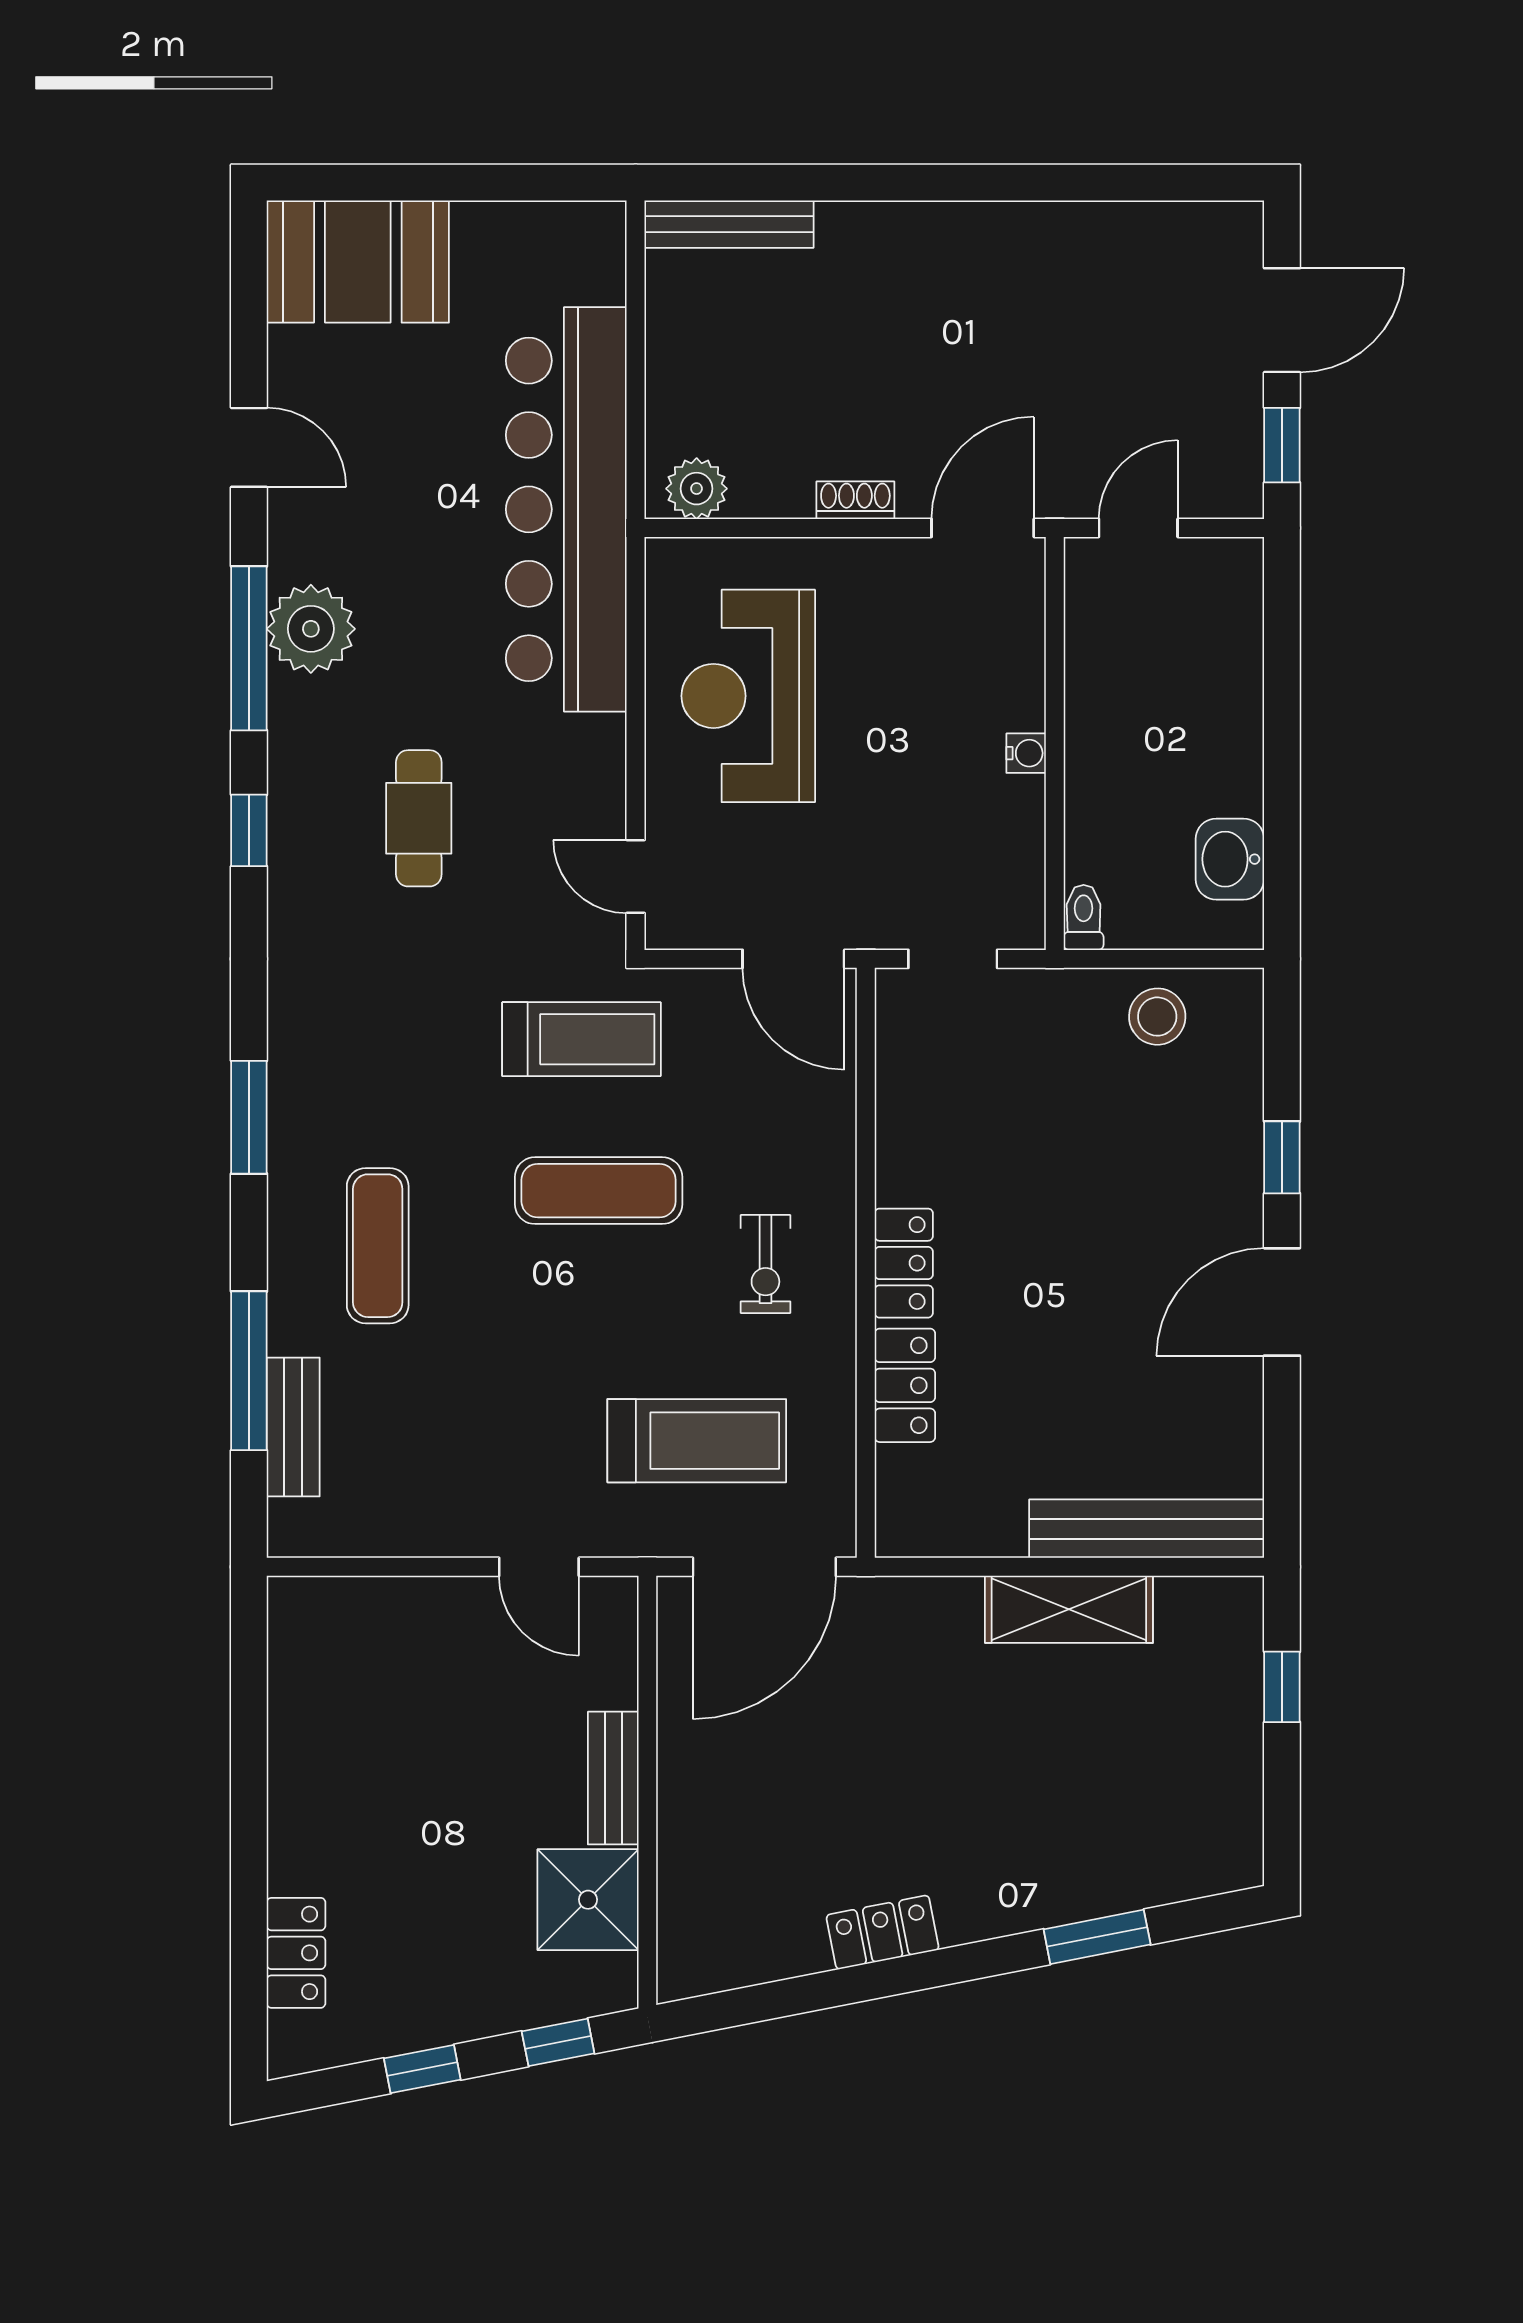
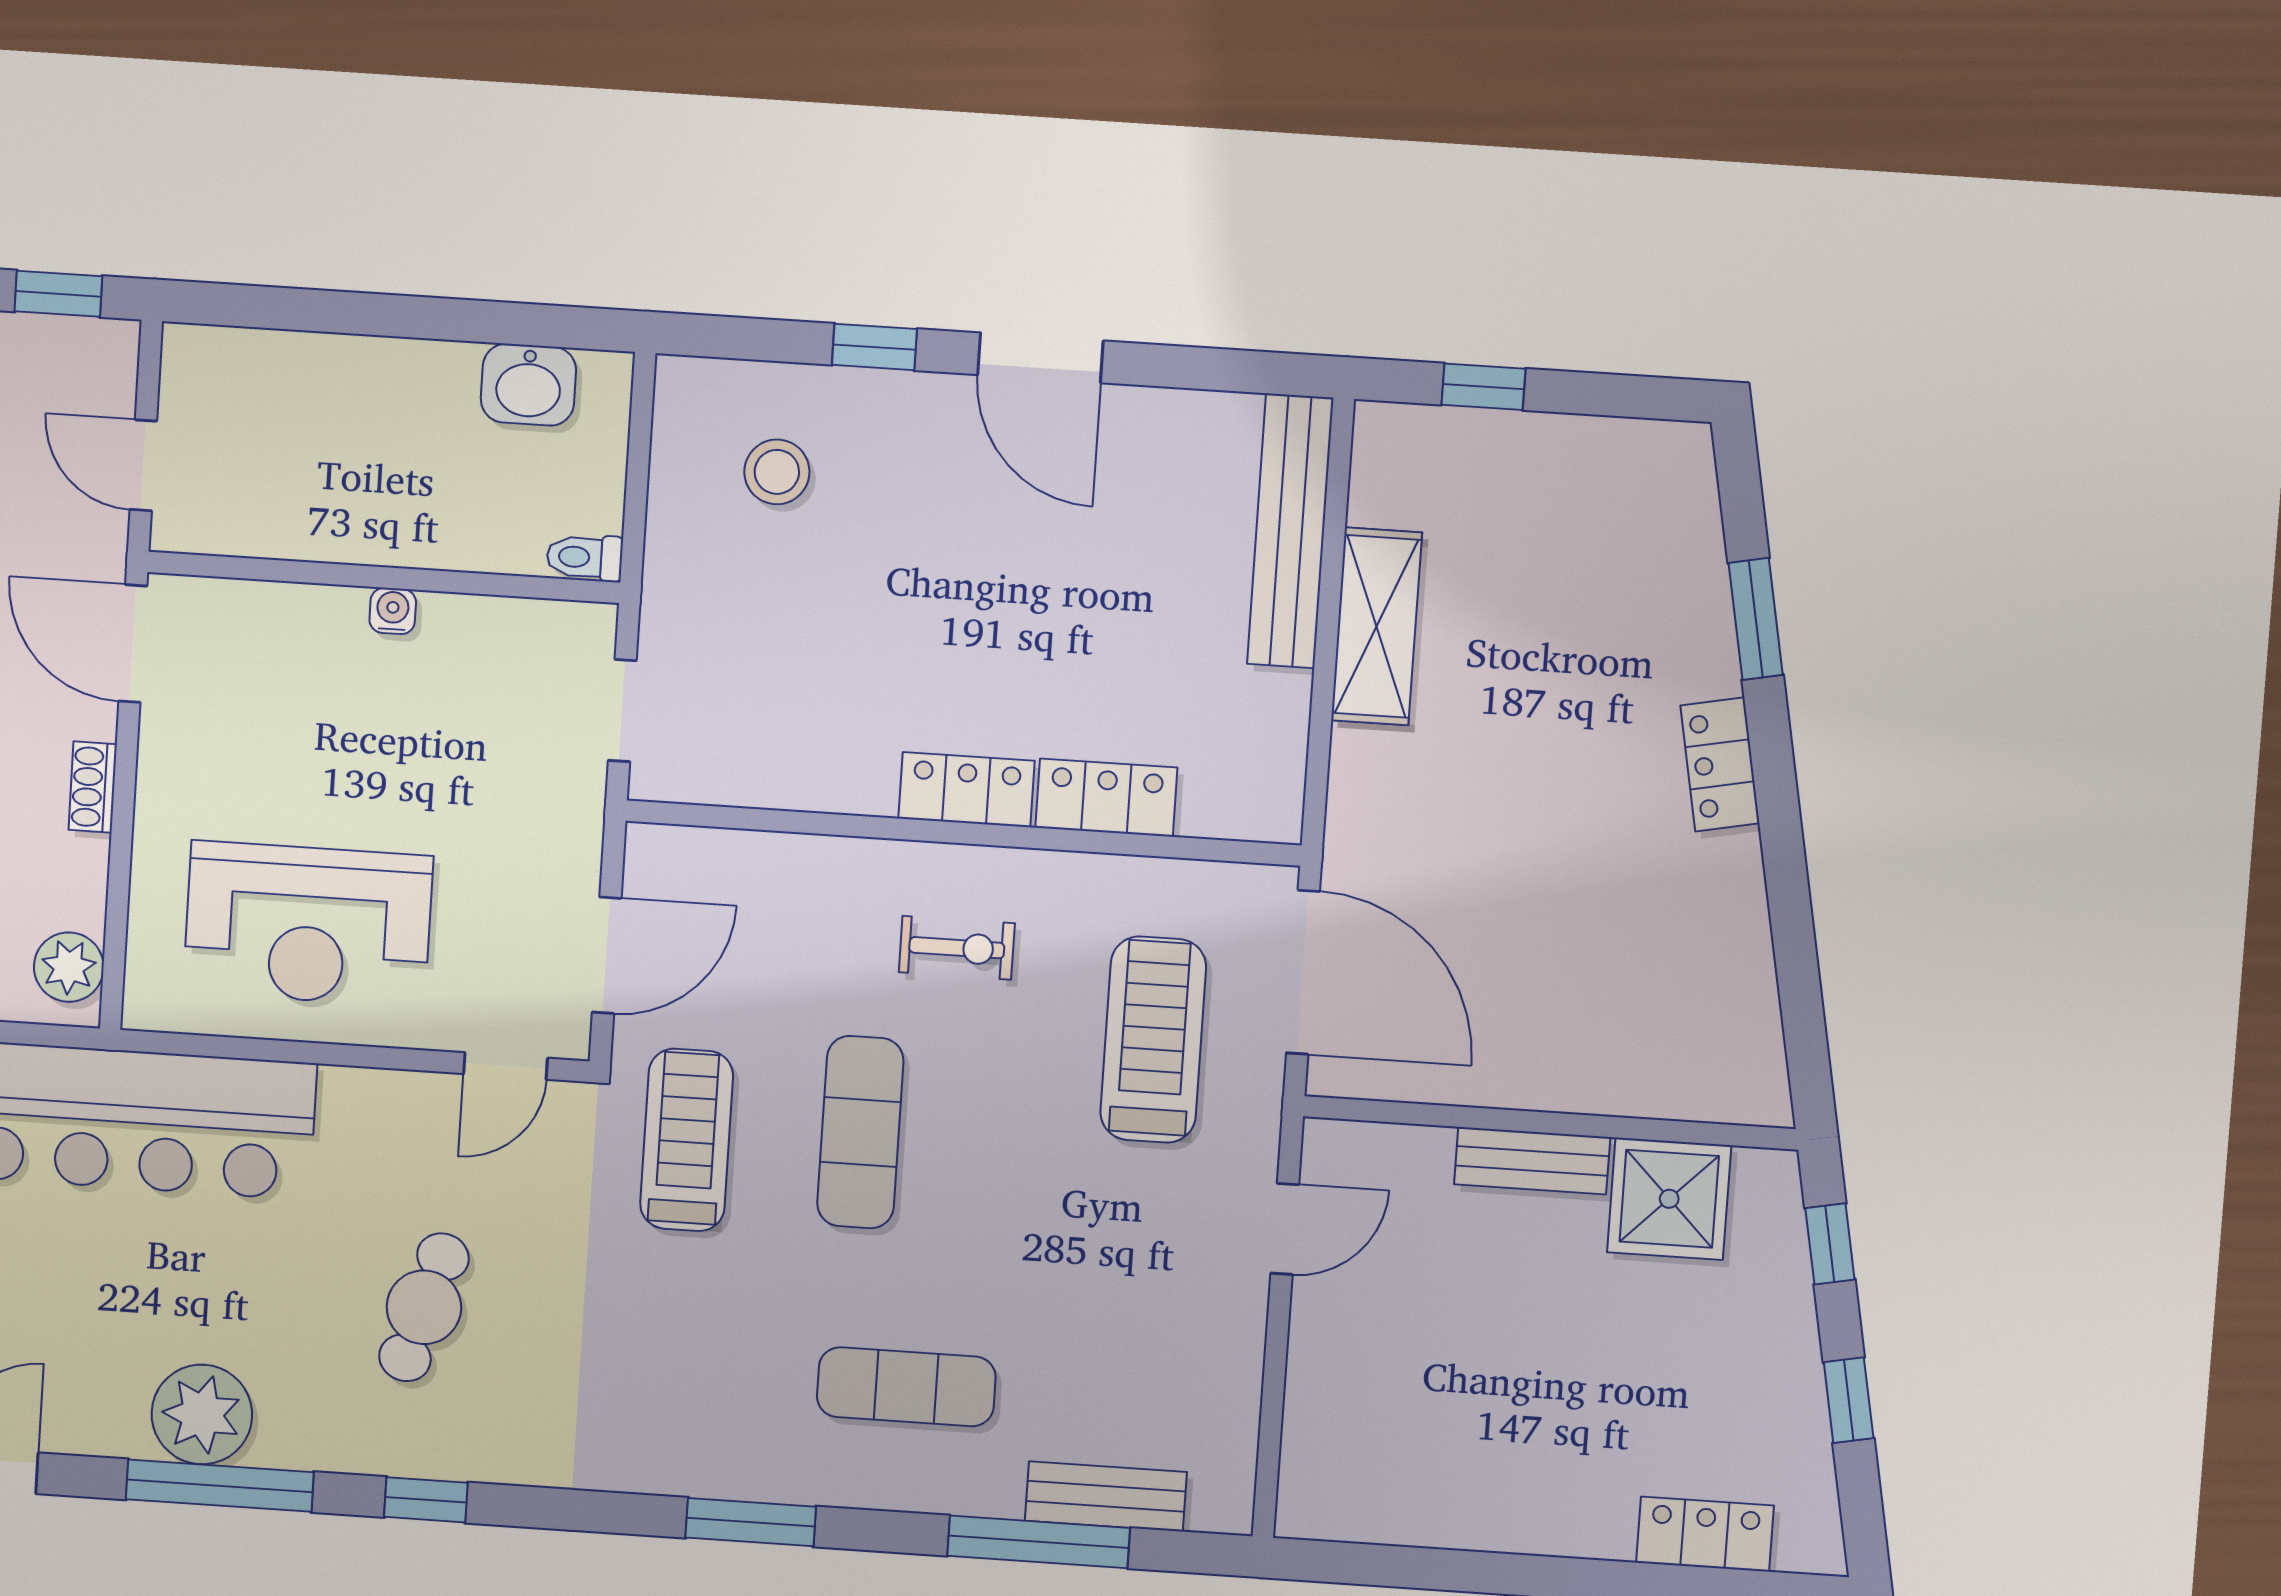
cafe table: (419, 818) -> (424, 1307), turned -73
door: (793, 959) -> (607, 955), moved
stool: (1157, 1017) -> (777, 472), moved
locker: (883, 1932) -> (1720, 764), moved

